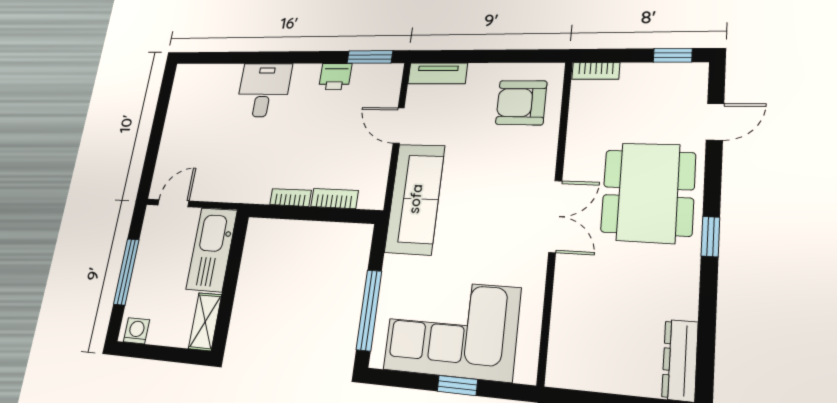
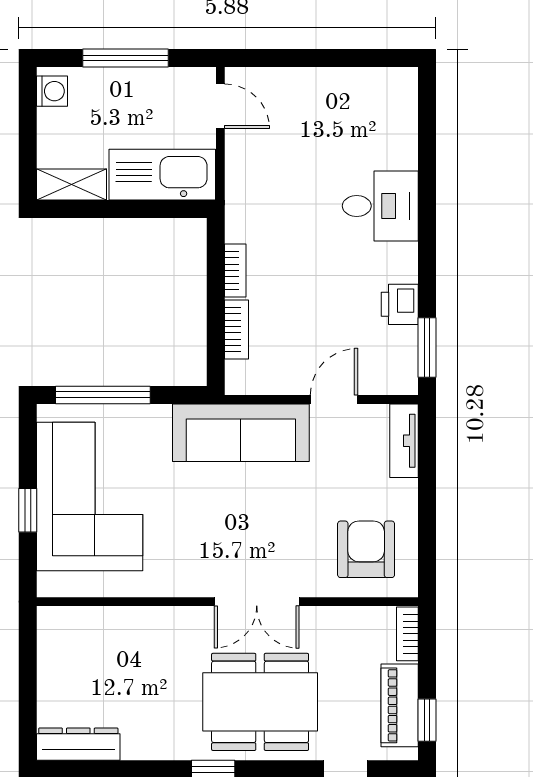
piano: (658, 77) -> (400, 705), added
double door: (555, 216) -> (257, 602), moved

